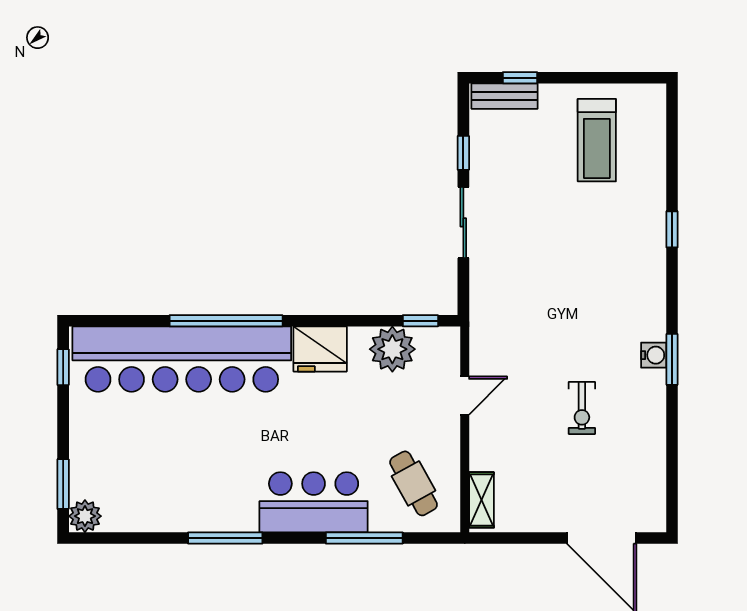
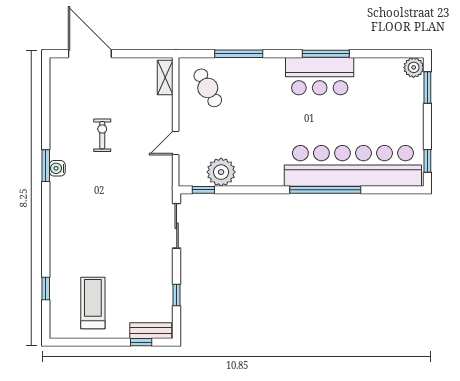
sliding door: (463, 222) -> (177, 226), moved
window: (672, 229) -> (46, 289), moved
fridge: (320, 349) -> (266, 172), removed
bar counter: (314, 502) -> (320, 76), moved

